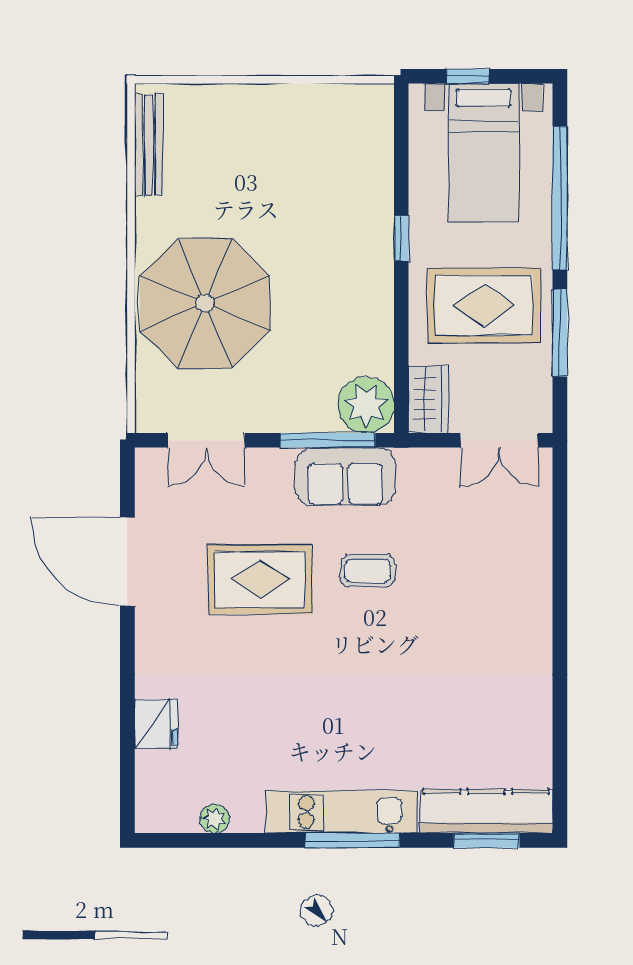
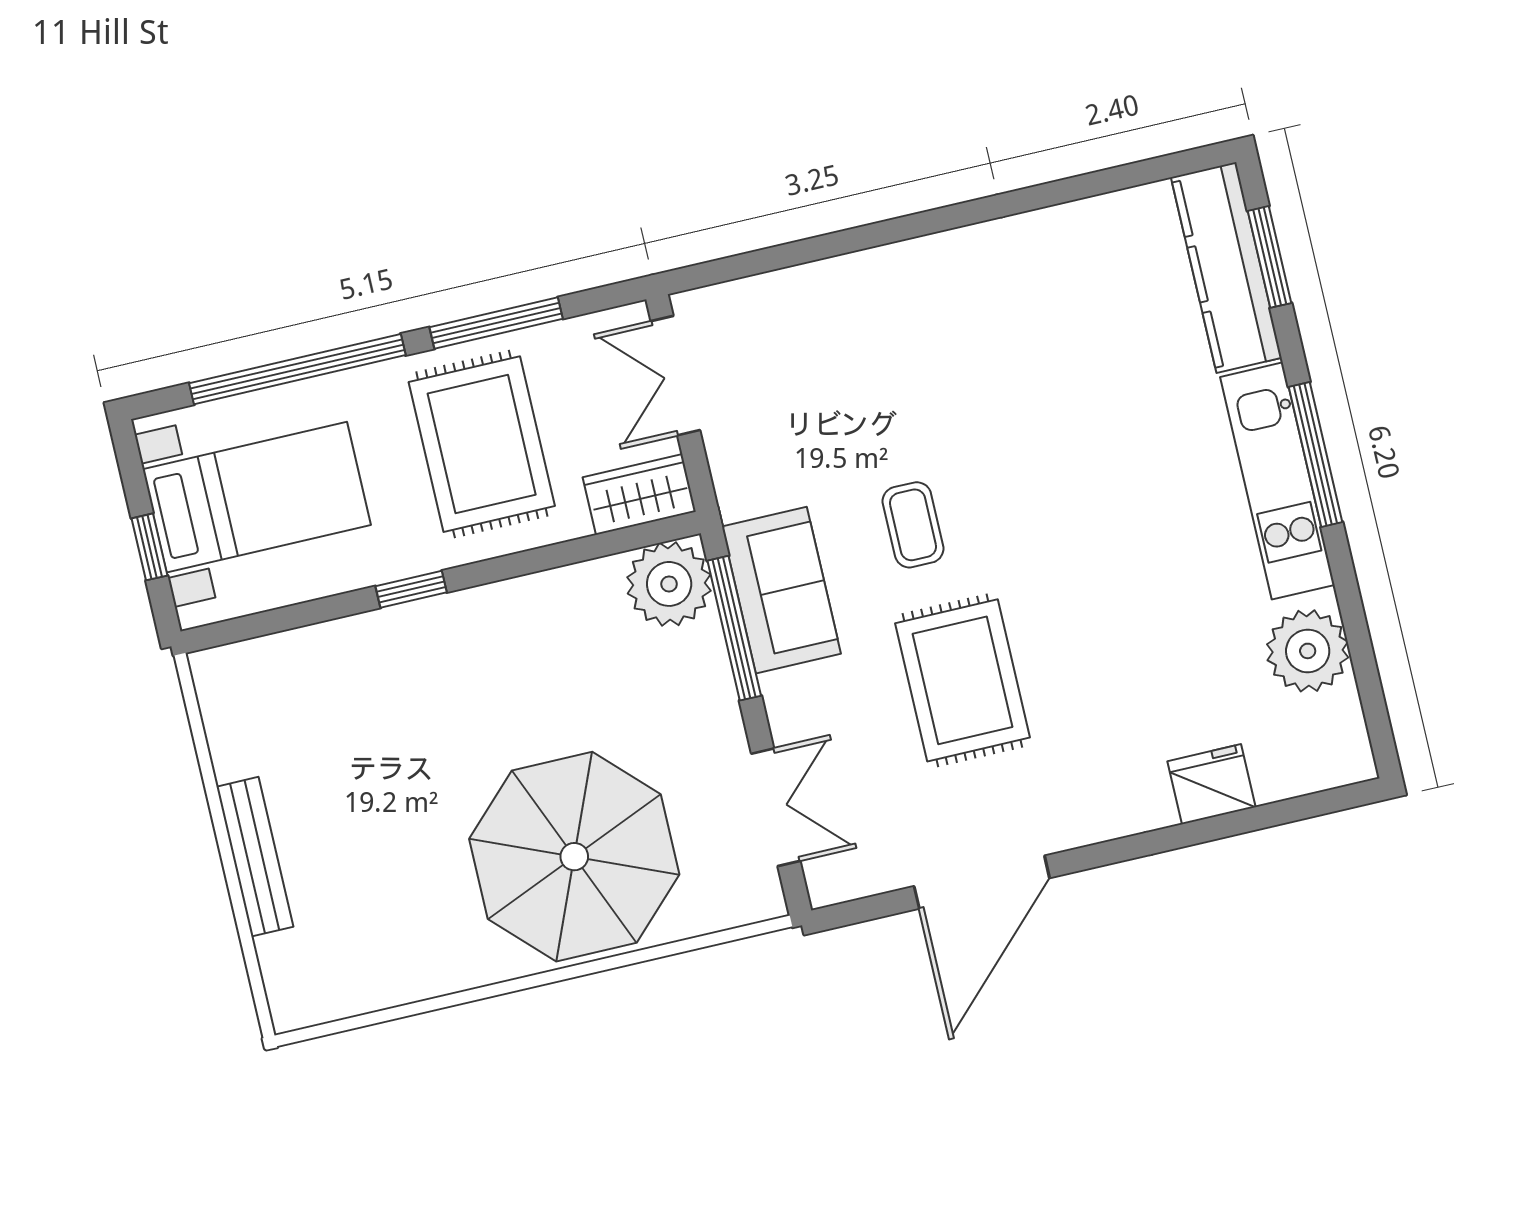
bench: (149, 145) -> (255, 857), moved, turned 90
double door: (499, 440) -> (675, 376), swing flipped
plant: (215, 819) -> (1308, 651), width x1.88, depth x1.88

